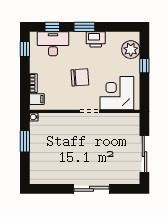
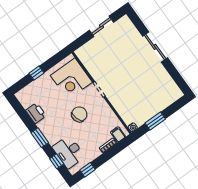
printer: (96, 39) -> (36, 113), moved
plant: (131, 50) -> (32, 92), removed
chair: (80, 77) -> (79, 114), turned 77
sliding door: (144, 154) -> (101, 26), width x0.73

